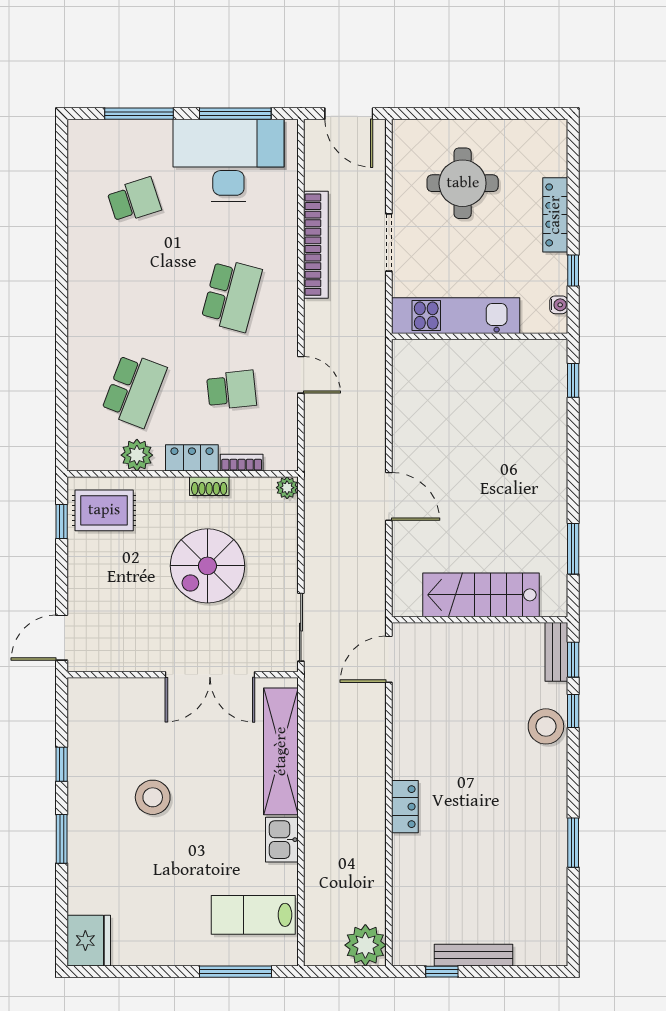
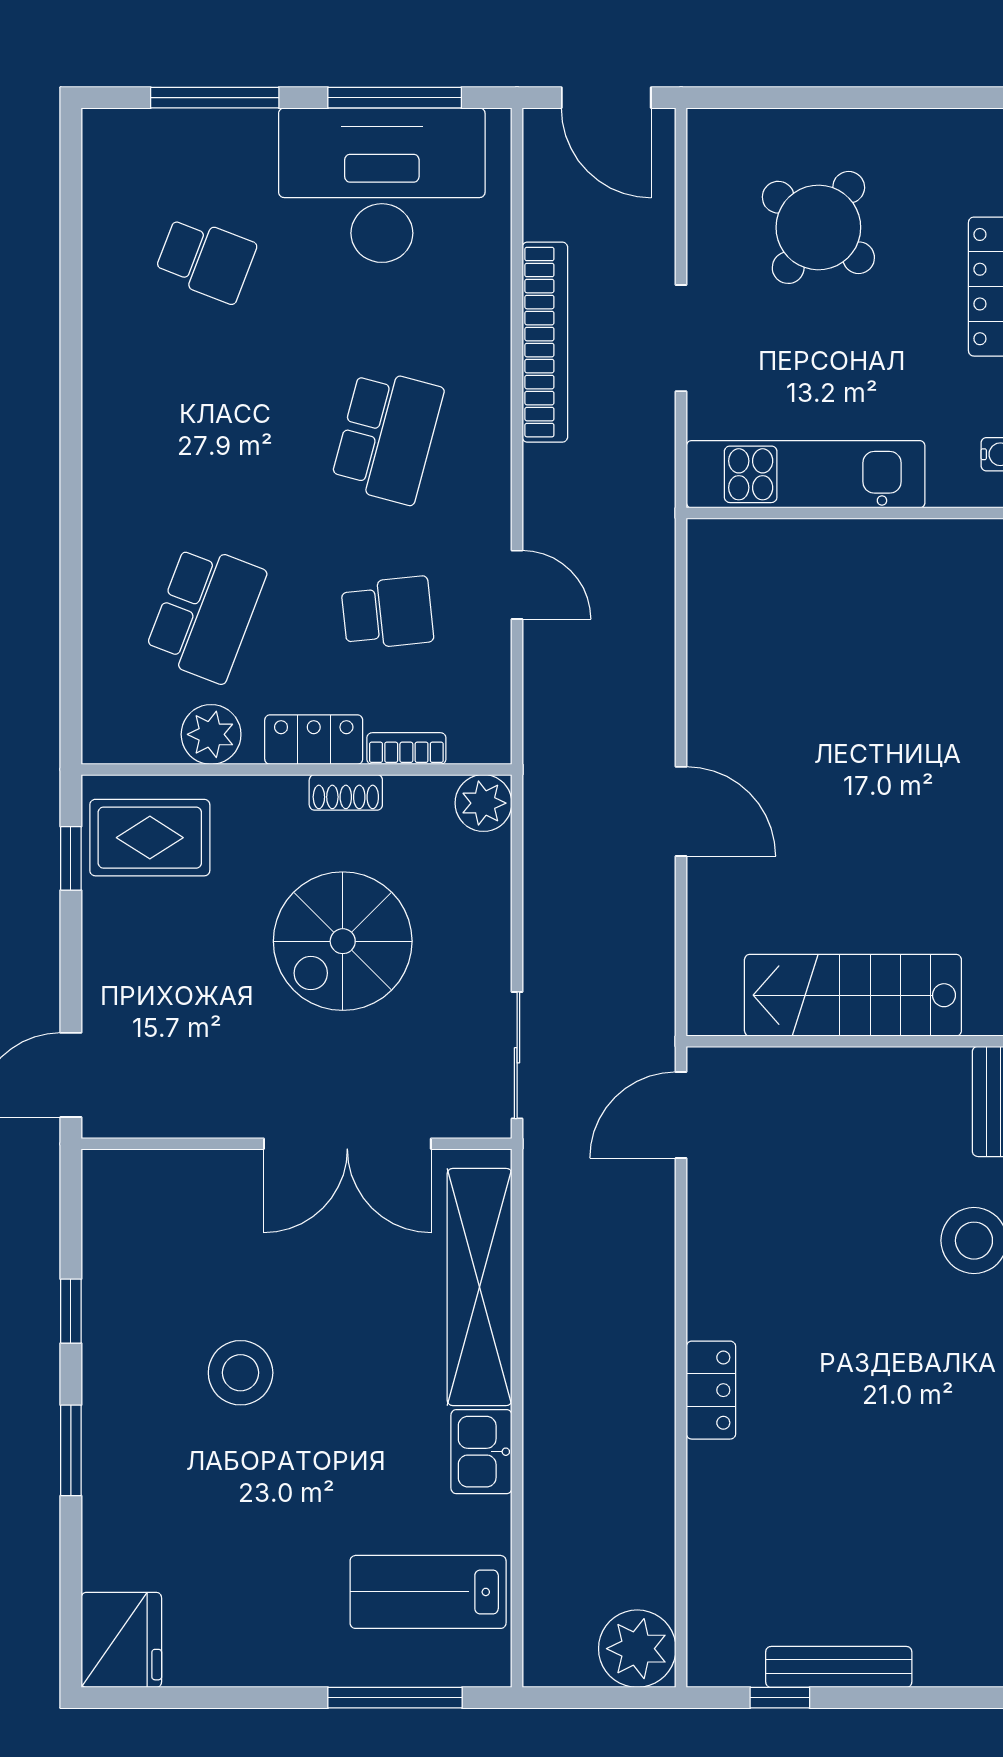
round table: (463, 183) -> (818, 227), turned 37
school desk: (134, 200) -> (206, 259), turned 39
plant: (287, 488) -> (483, 803), width x1.38, depth x1.38

